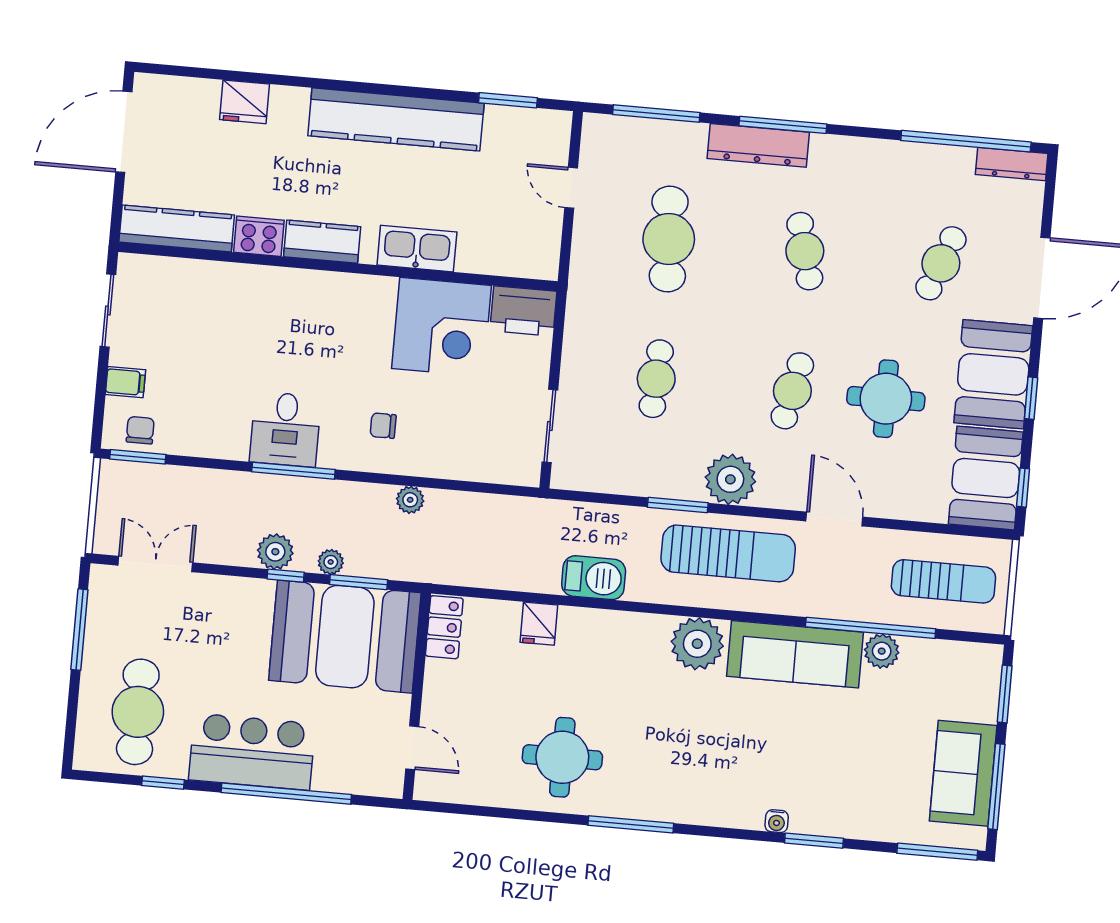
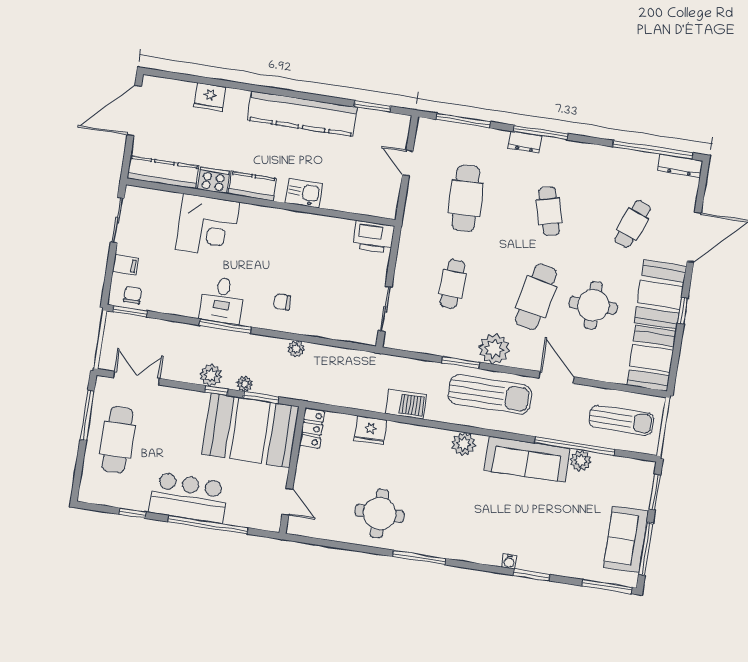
dresser: (758, 145) -> (525, 142), width x0.51, depth x0.80
kitchen sink: (417, 249) -> (304, 193), width x0.73
corner desk: (442, 327) -> (208, 226), moved
cafe table: (792, 391) -> (536, 297), width x1.37, depth x1.35
window: (1023, 488) -> (674, 366), removed
fridge: (539, 624) -> (370, 430), width x1.38
plant: (697, 644) -> (464, 444), width x0.73, depth x0.73
cafe table: (138, 712) -> (118, 440), moved

